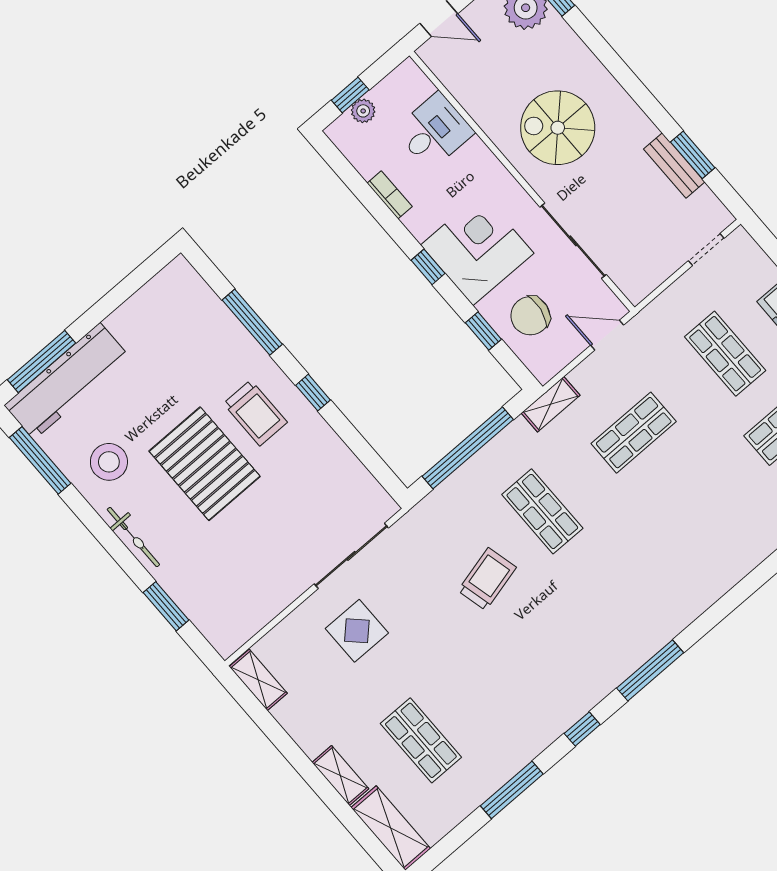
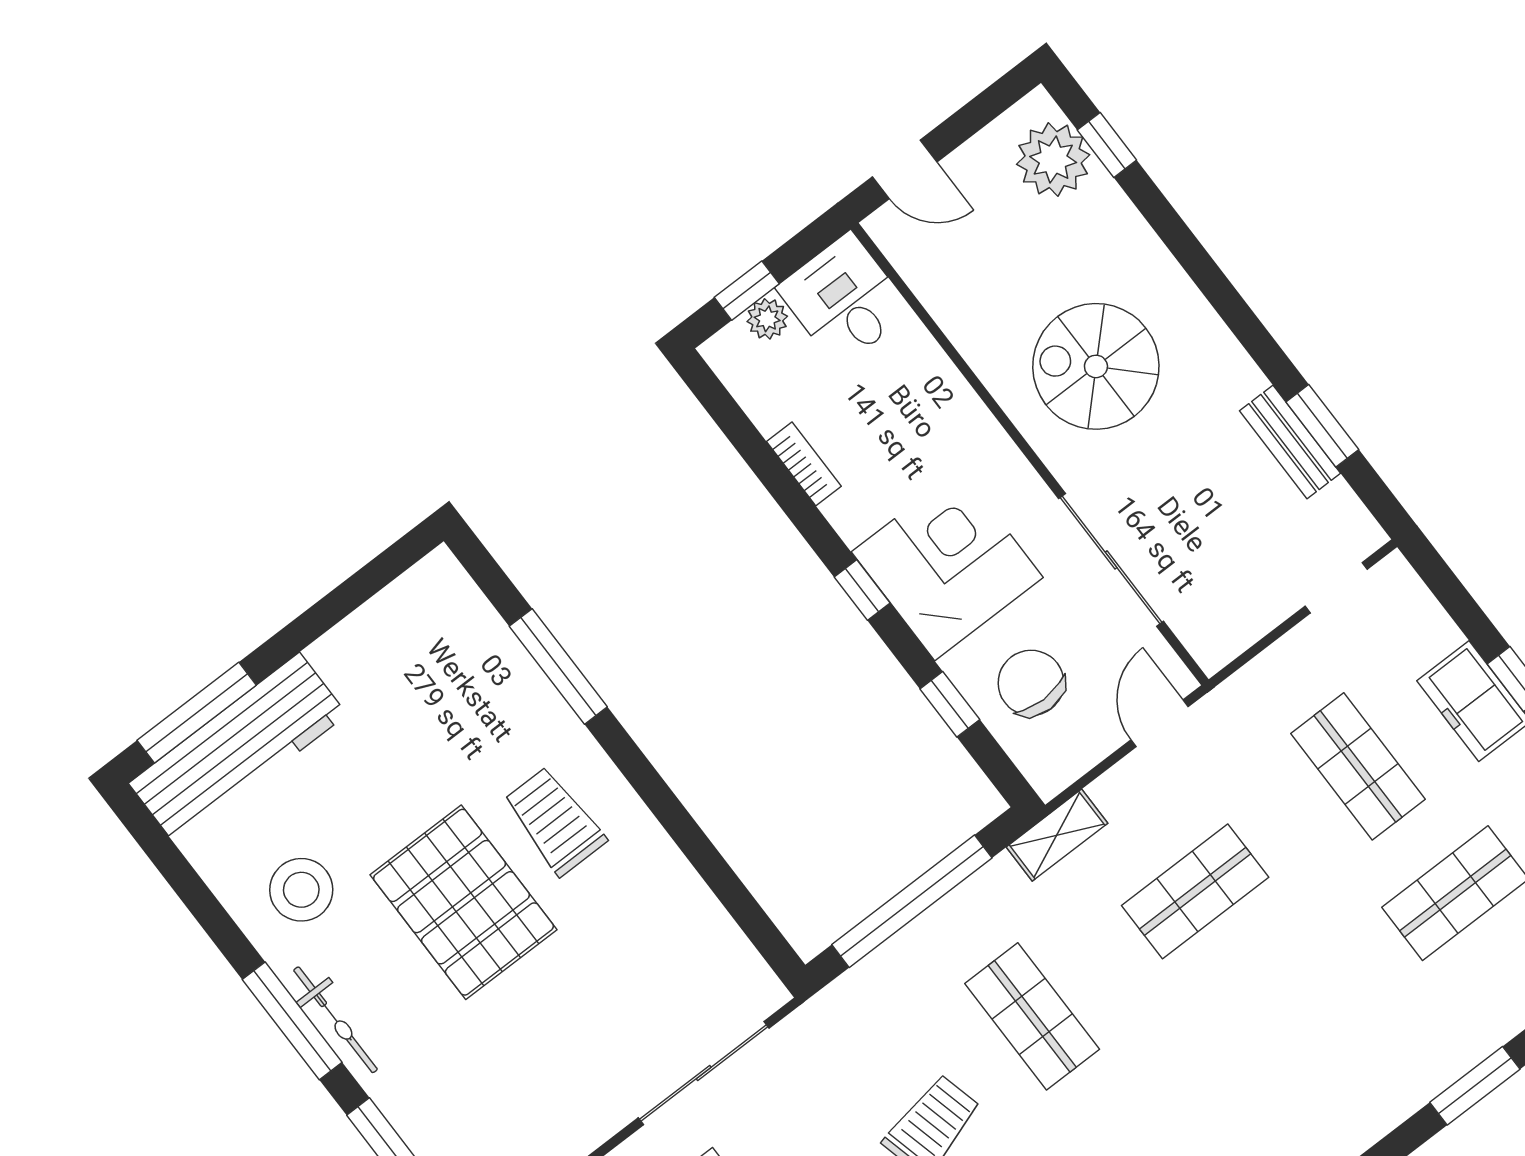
desk: (434, 131) -> (844, 300), moved, turned -90
chair: (530, 316) -> (1031, 683), turned 81
door: (607, 335) -> (1160, 723), hinge flipped
window: (313, 393) -> (655, 792), removed
trolley: (255, 413) -> (555, 821), turned 180
window: (40, 460) -> (292, 1021), moved

